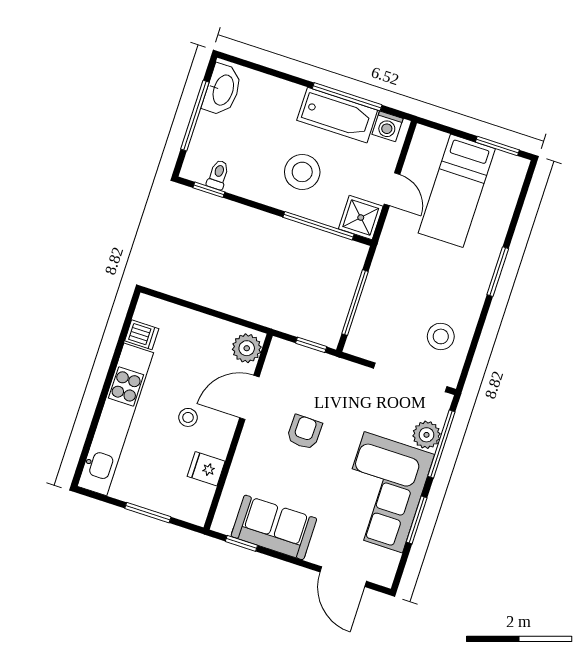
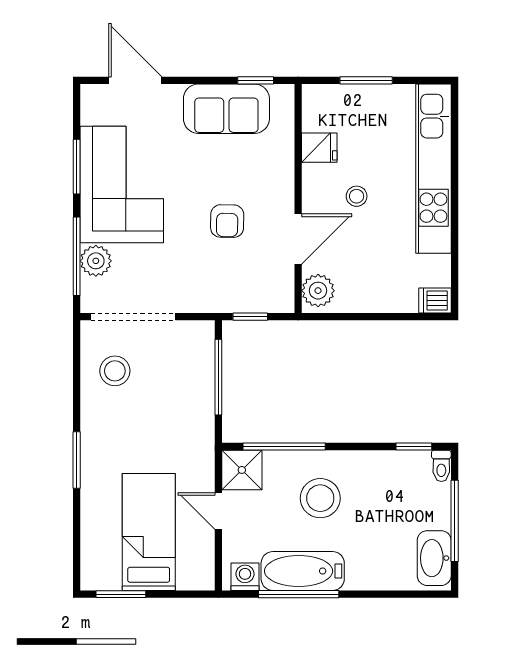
toilet: (218, 175) -> (441, 466), moved
dishwasher: (142, 335) -> (435, 301), moved

